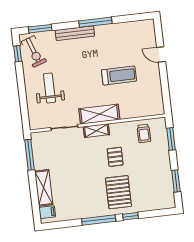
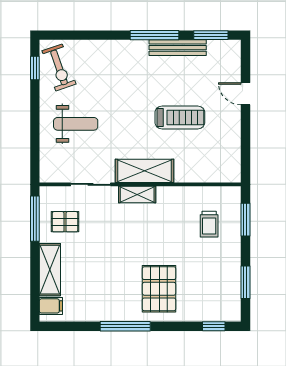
window: (40, 29) -> (211, 35), moved
bench: (75, 33) -> (178, 48), moved
weight bench: (49, 88) -> (76, 124), turned 90
trolley: (144, 133) -> (209, 224), moved
pallet: (115, 157) -> (65, 222), moved, turned 90
window: (130, 216) -> (214, 326), moved

